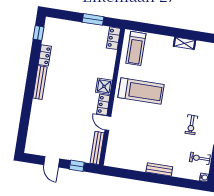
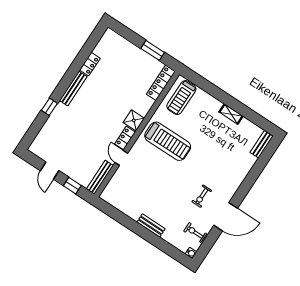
window: (39, 33) -> (49, 107), moved
locker: (114, 38) -> (161, 83), width x1.53

